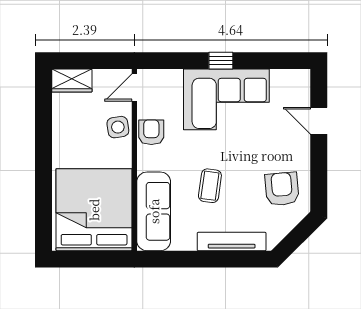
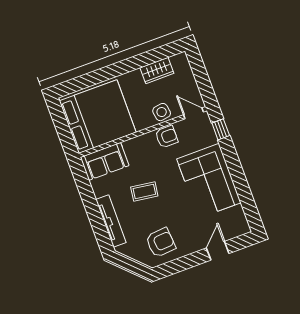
window: (221, 61) -> (221, 129), moved
wardrobe: (72, 81) -> (157, 71), moved, turned -90
sofa: (154, 211) -> (105, 161), width x0.73

